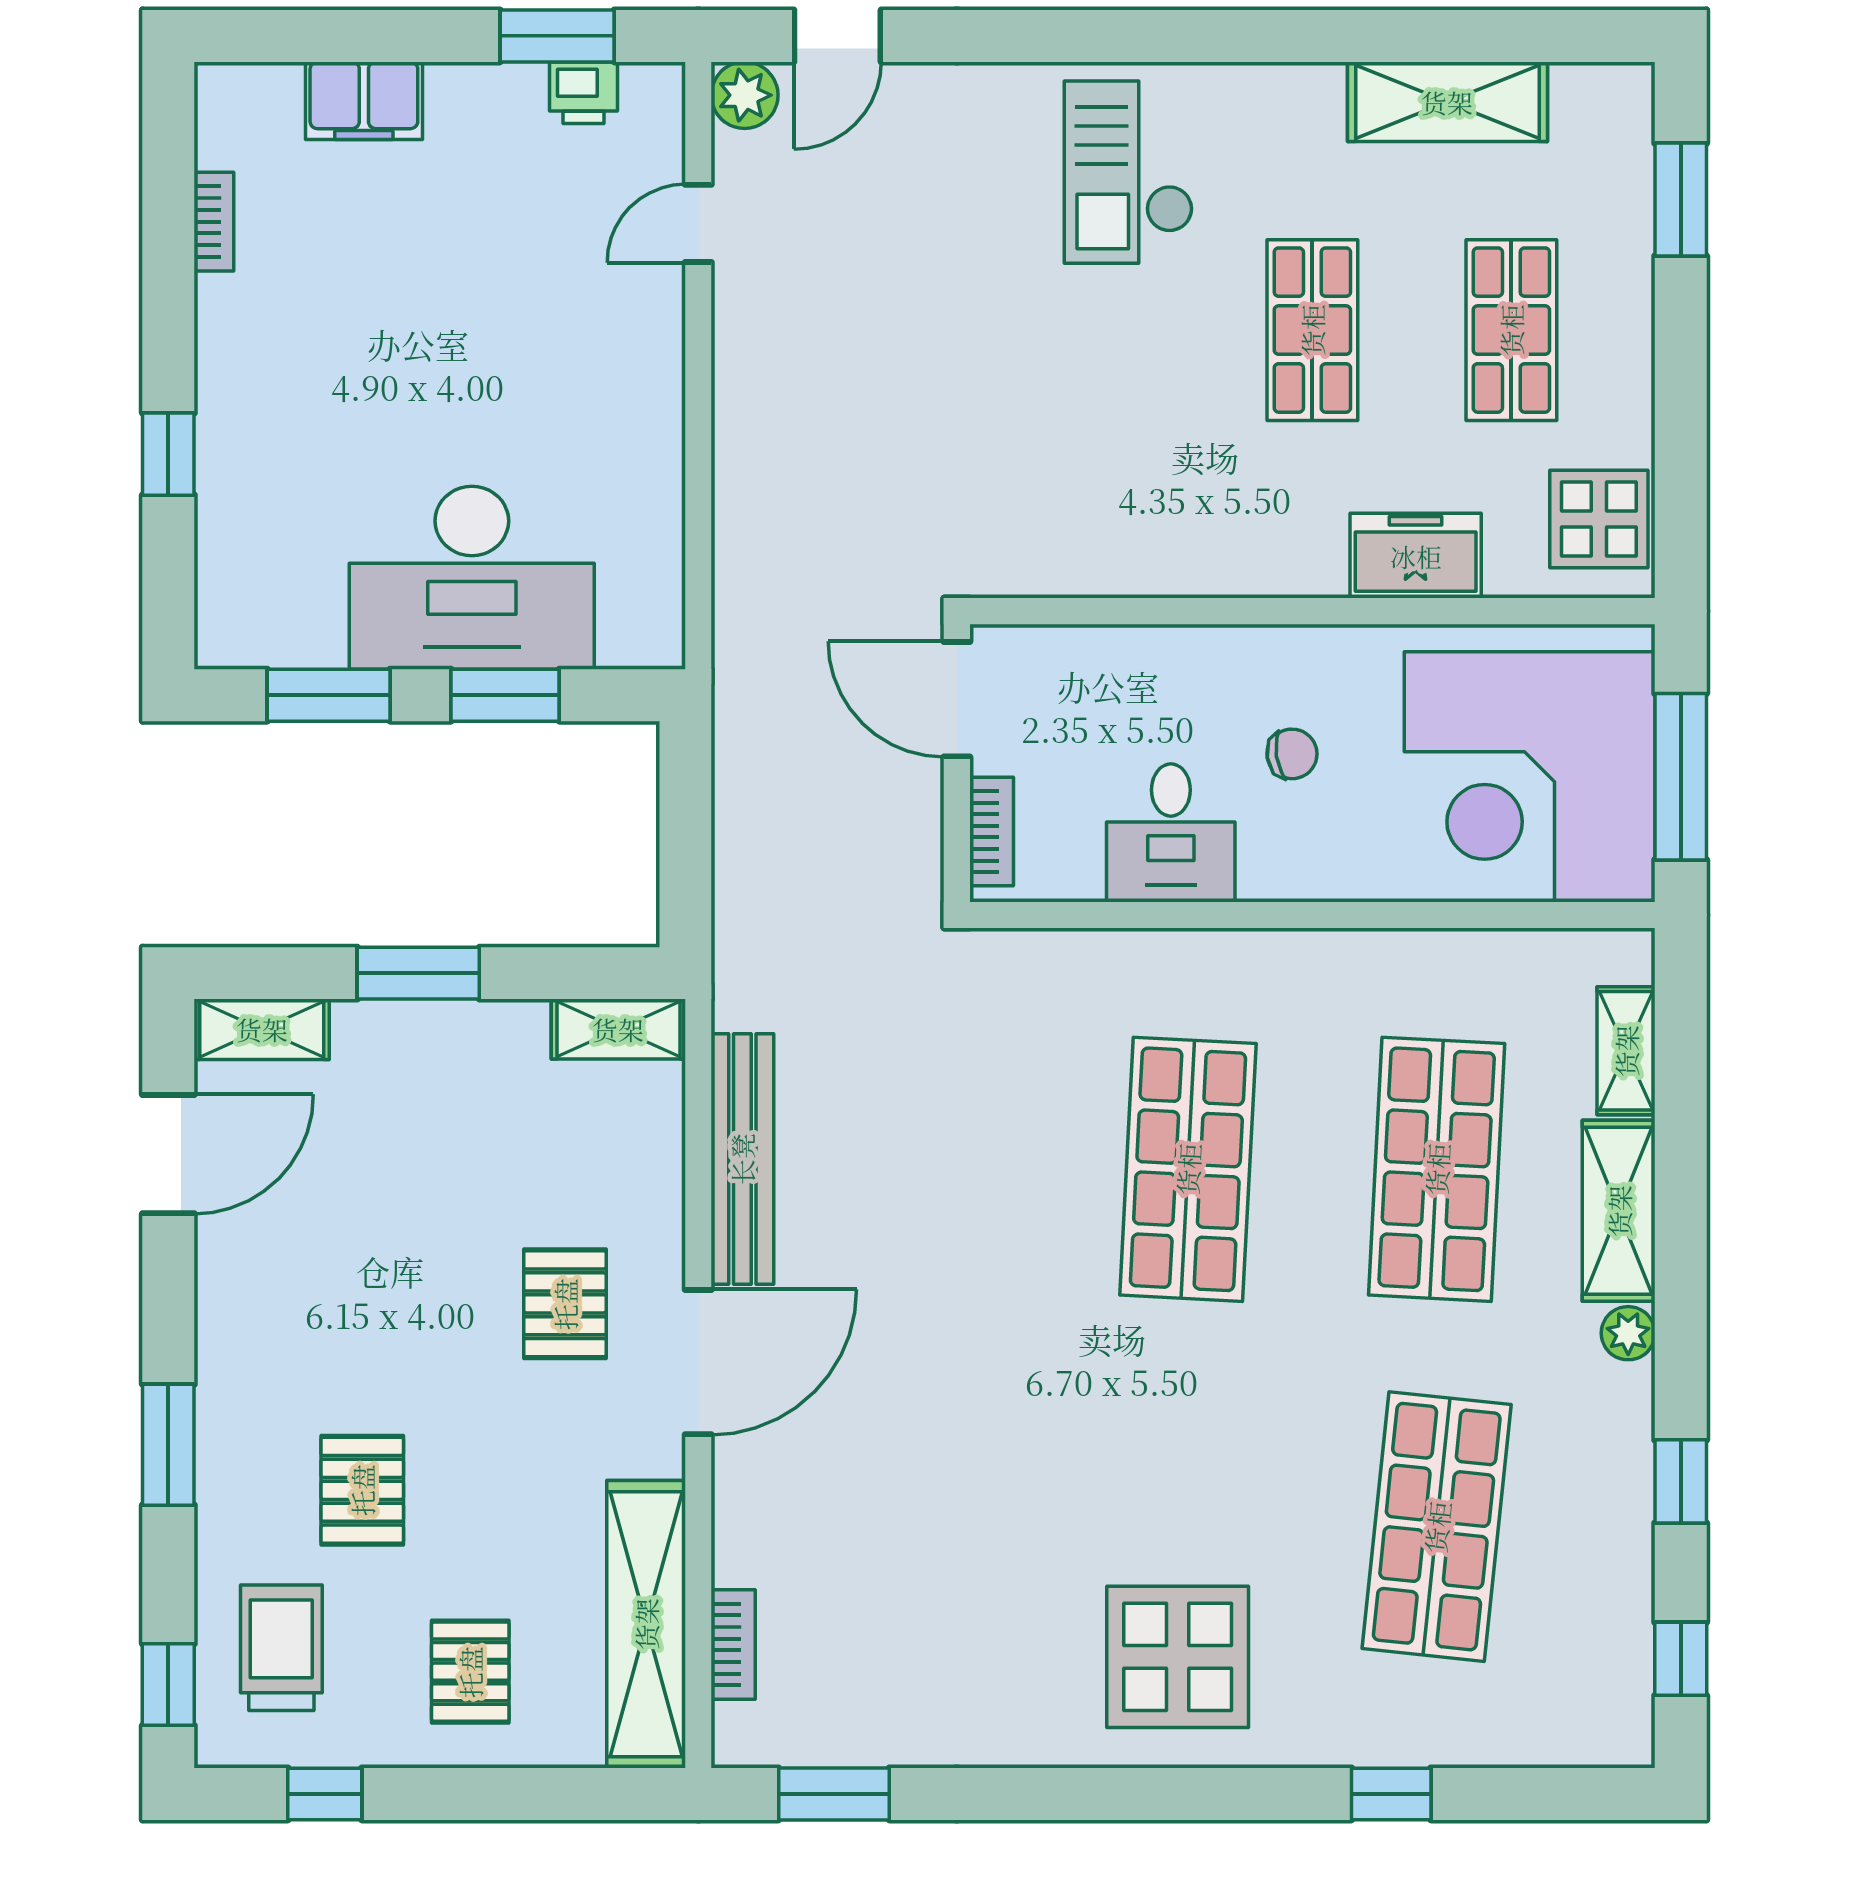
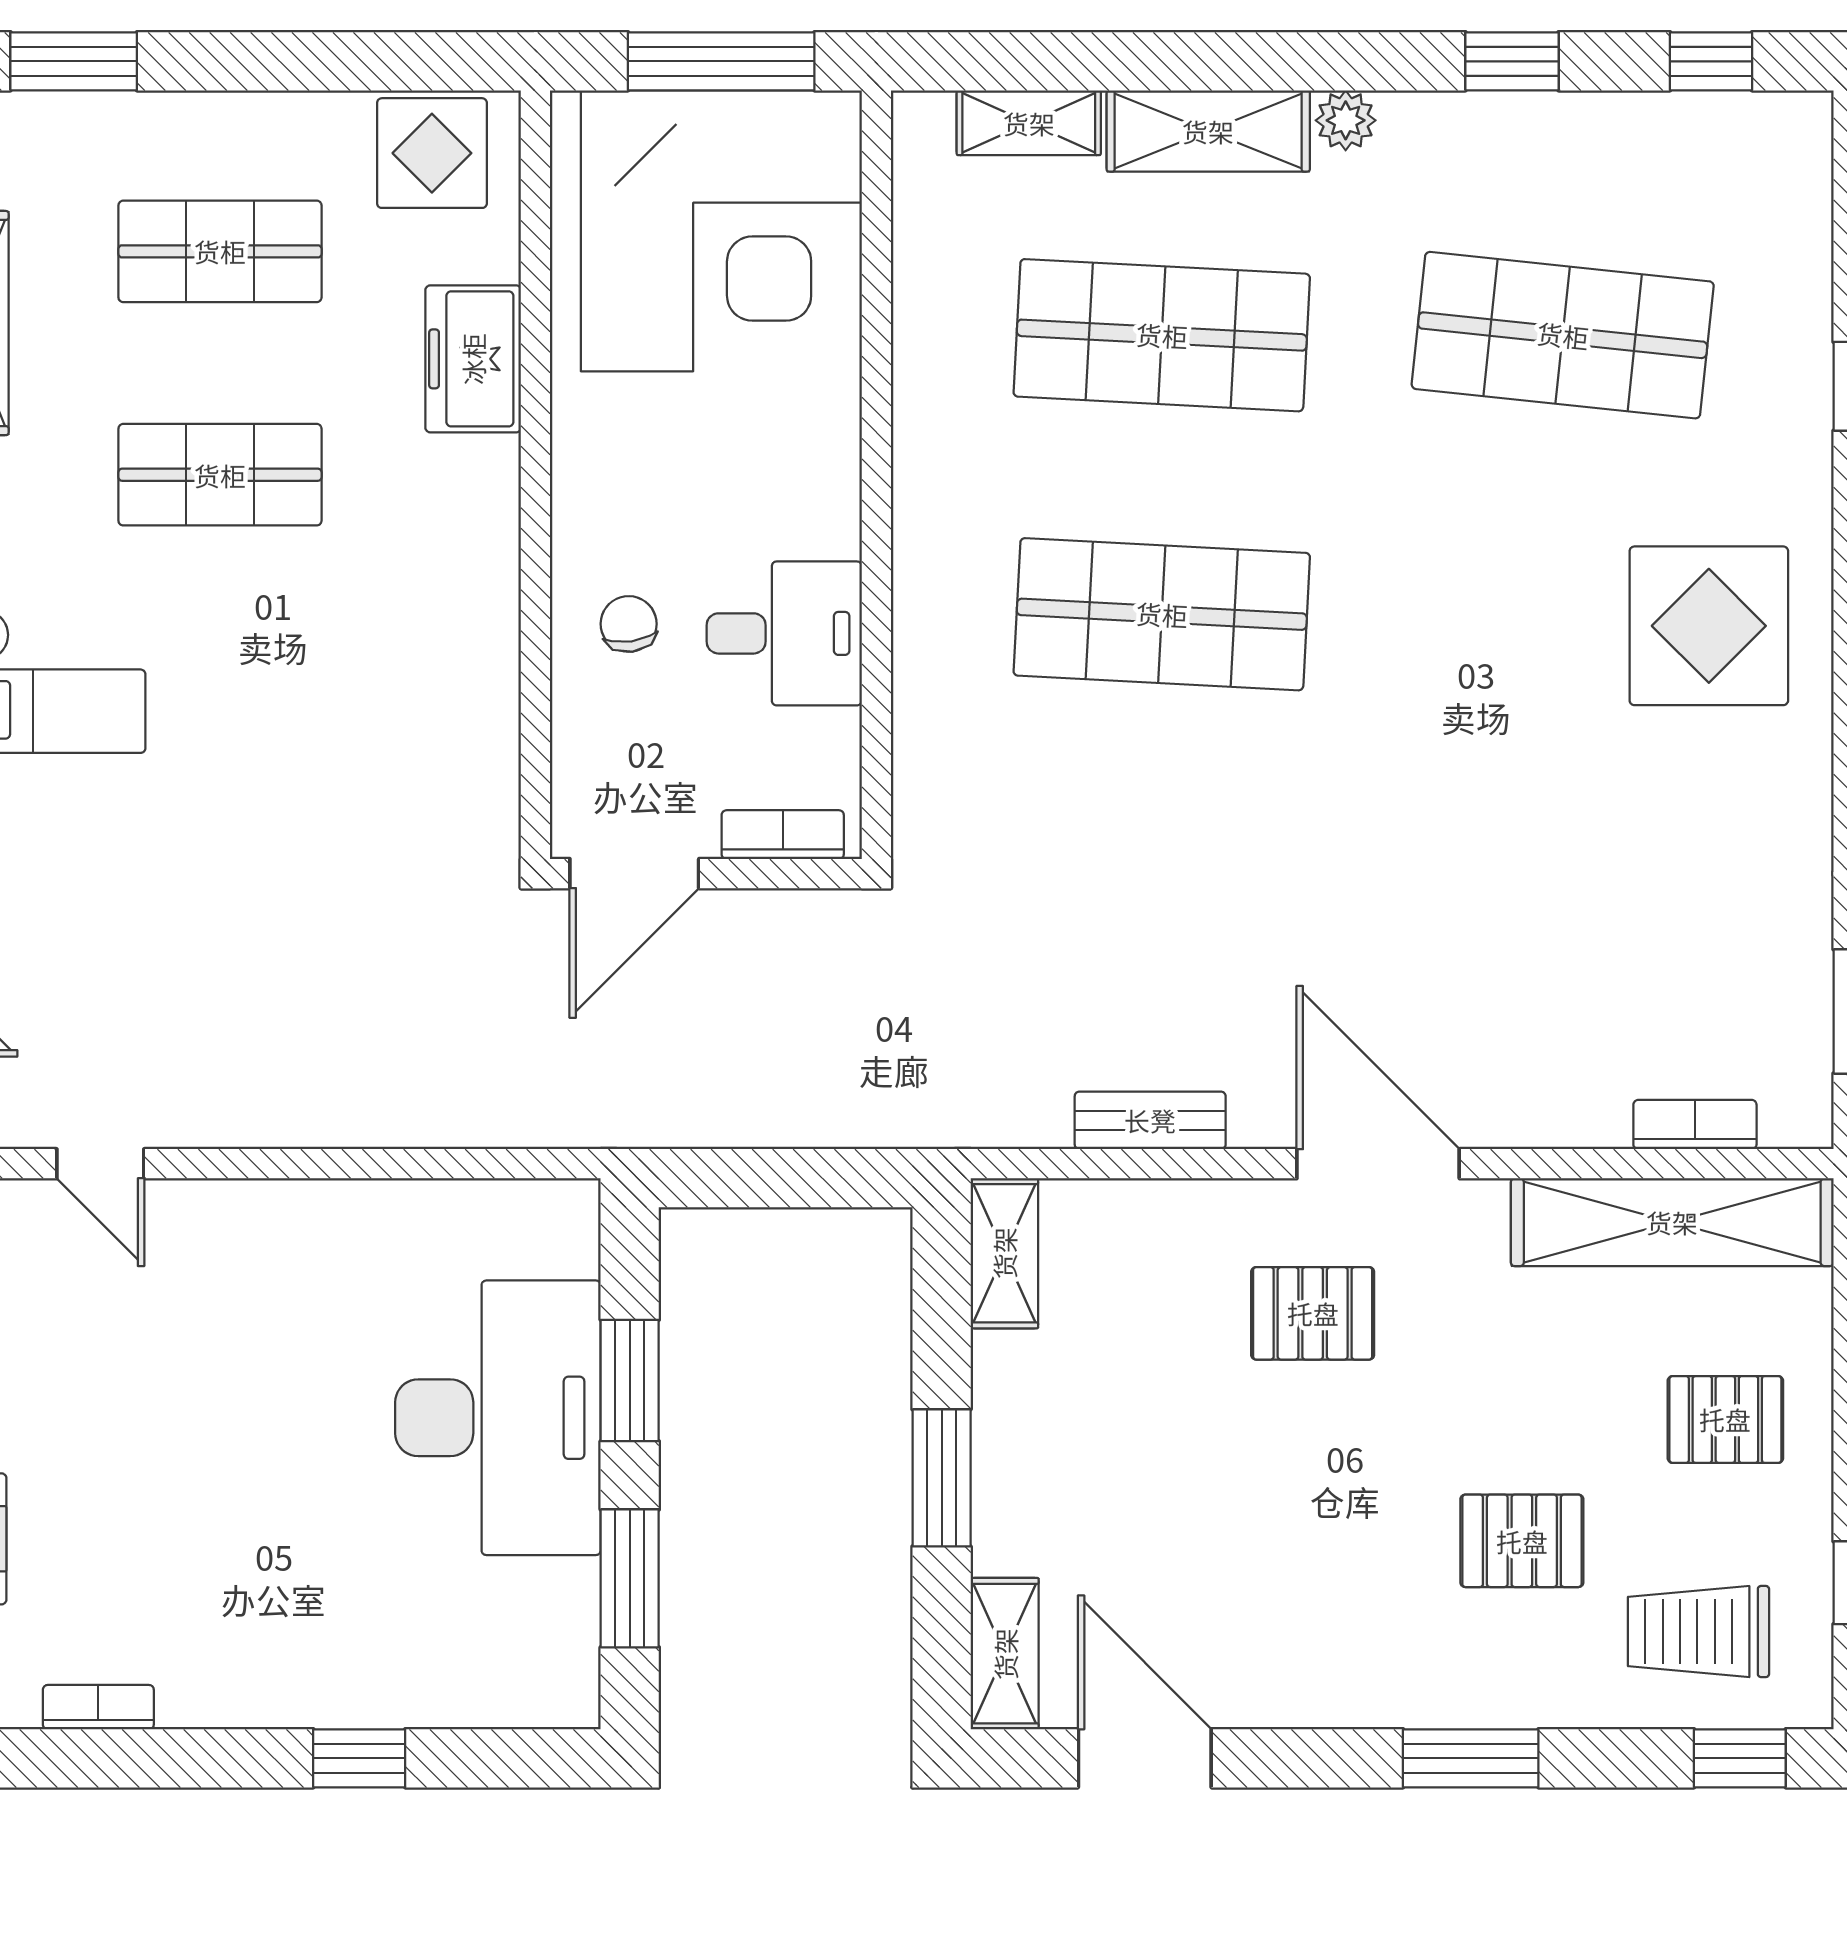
chair: (1292, 754) -> (629, 624), moved
bench: (742, 1159) -> (1150, 1120), width x0.54, depth x0.82

